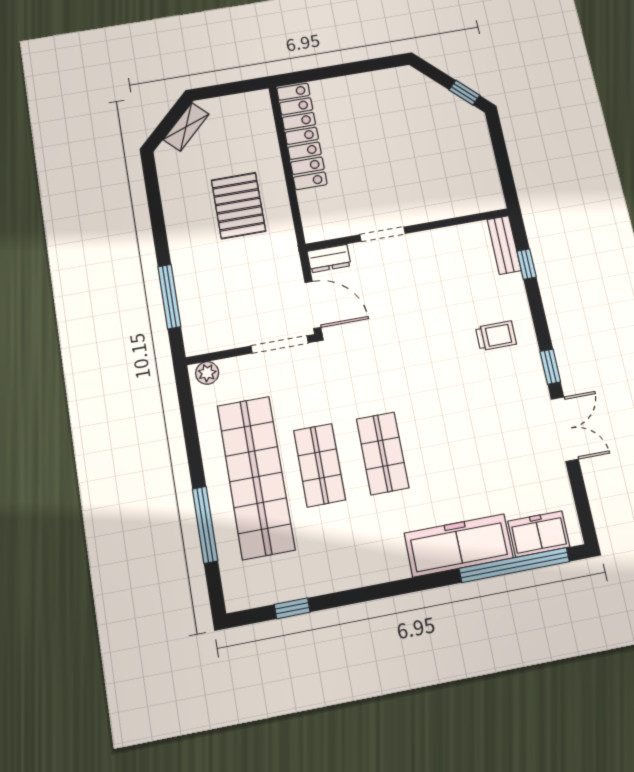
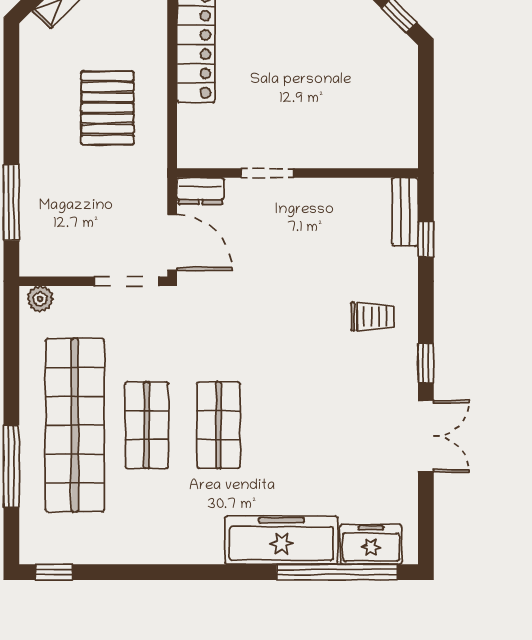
window: (292, 608) -> (54, 572), moved

